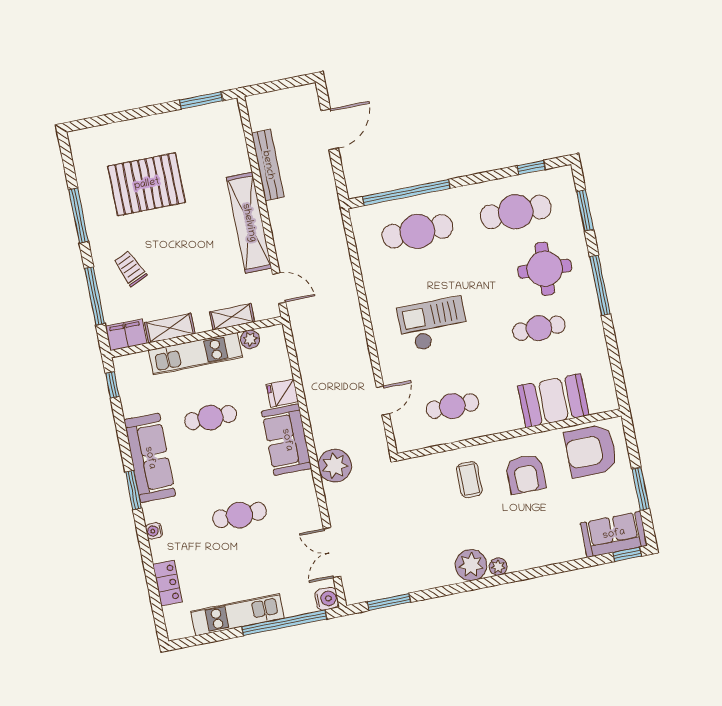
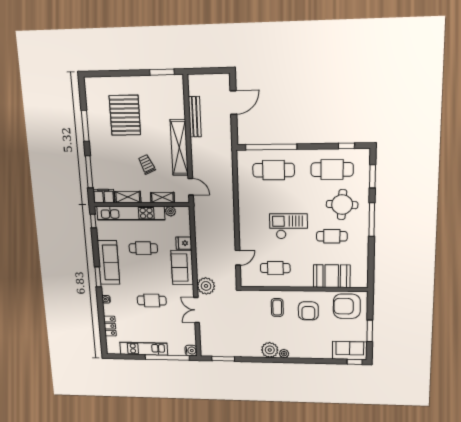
pallet: (147, 184) -> (125, 115), turned 90
trolley: (130, 269) -> (147, 164), moved
checkout: (433, 324) -> (288, 226), moved
kitchen unit: (195, 354) -> (131, 213), width x1.36
double door: (332, 553) -> (196, 310), moved

